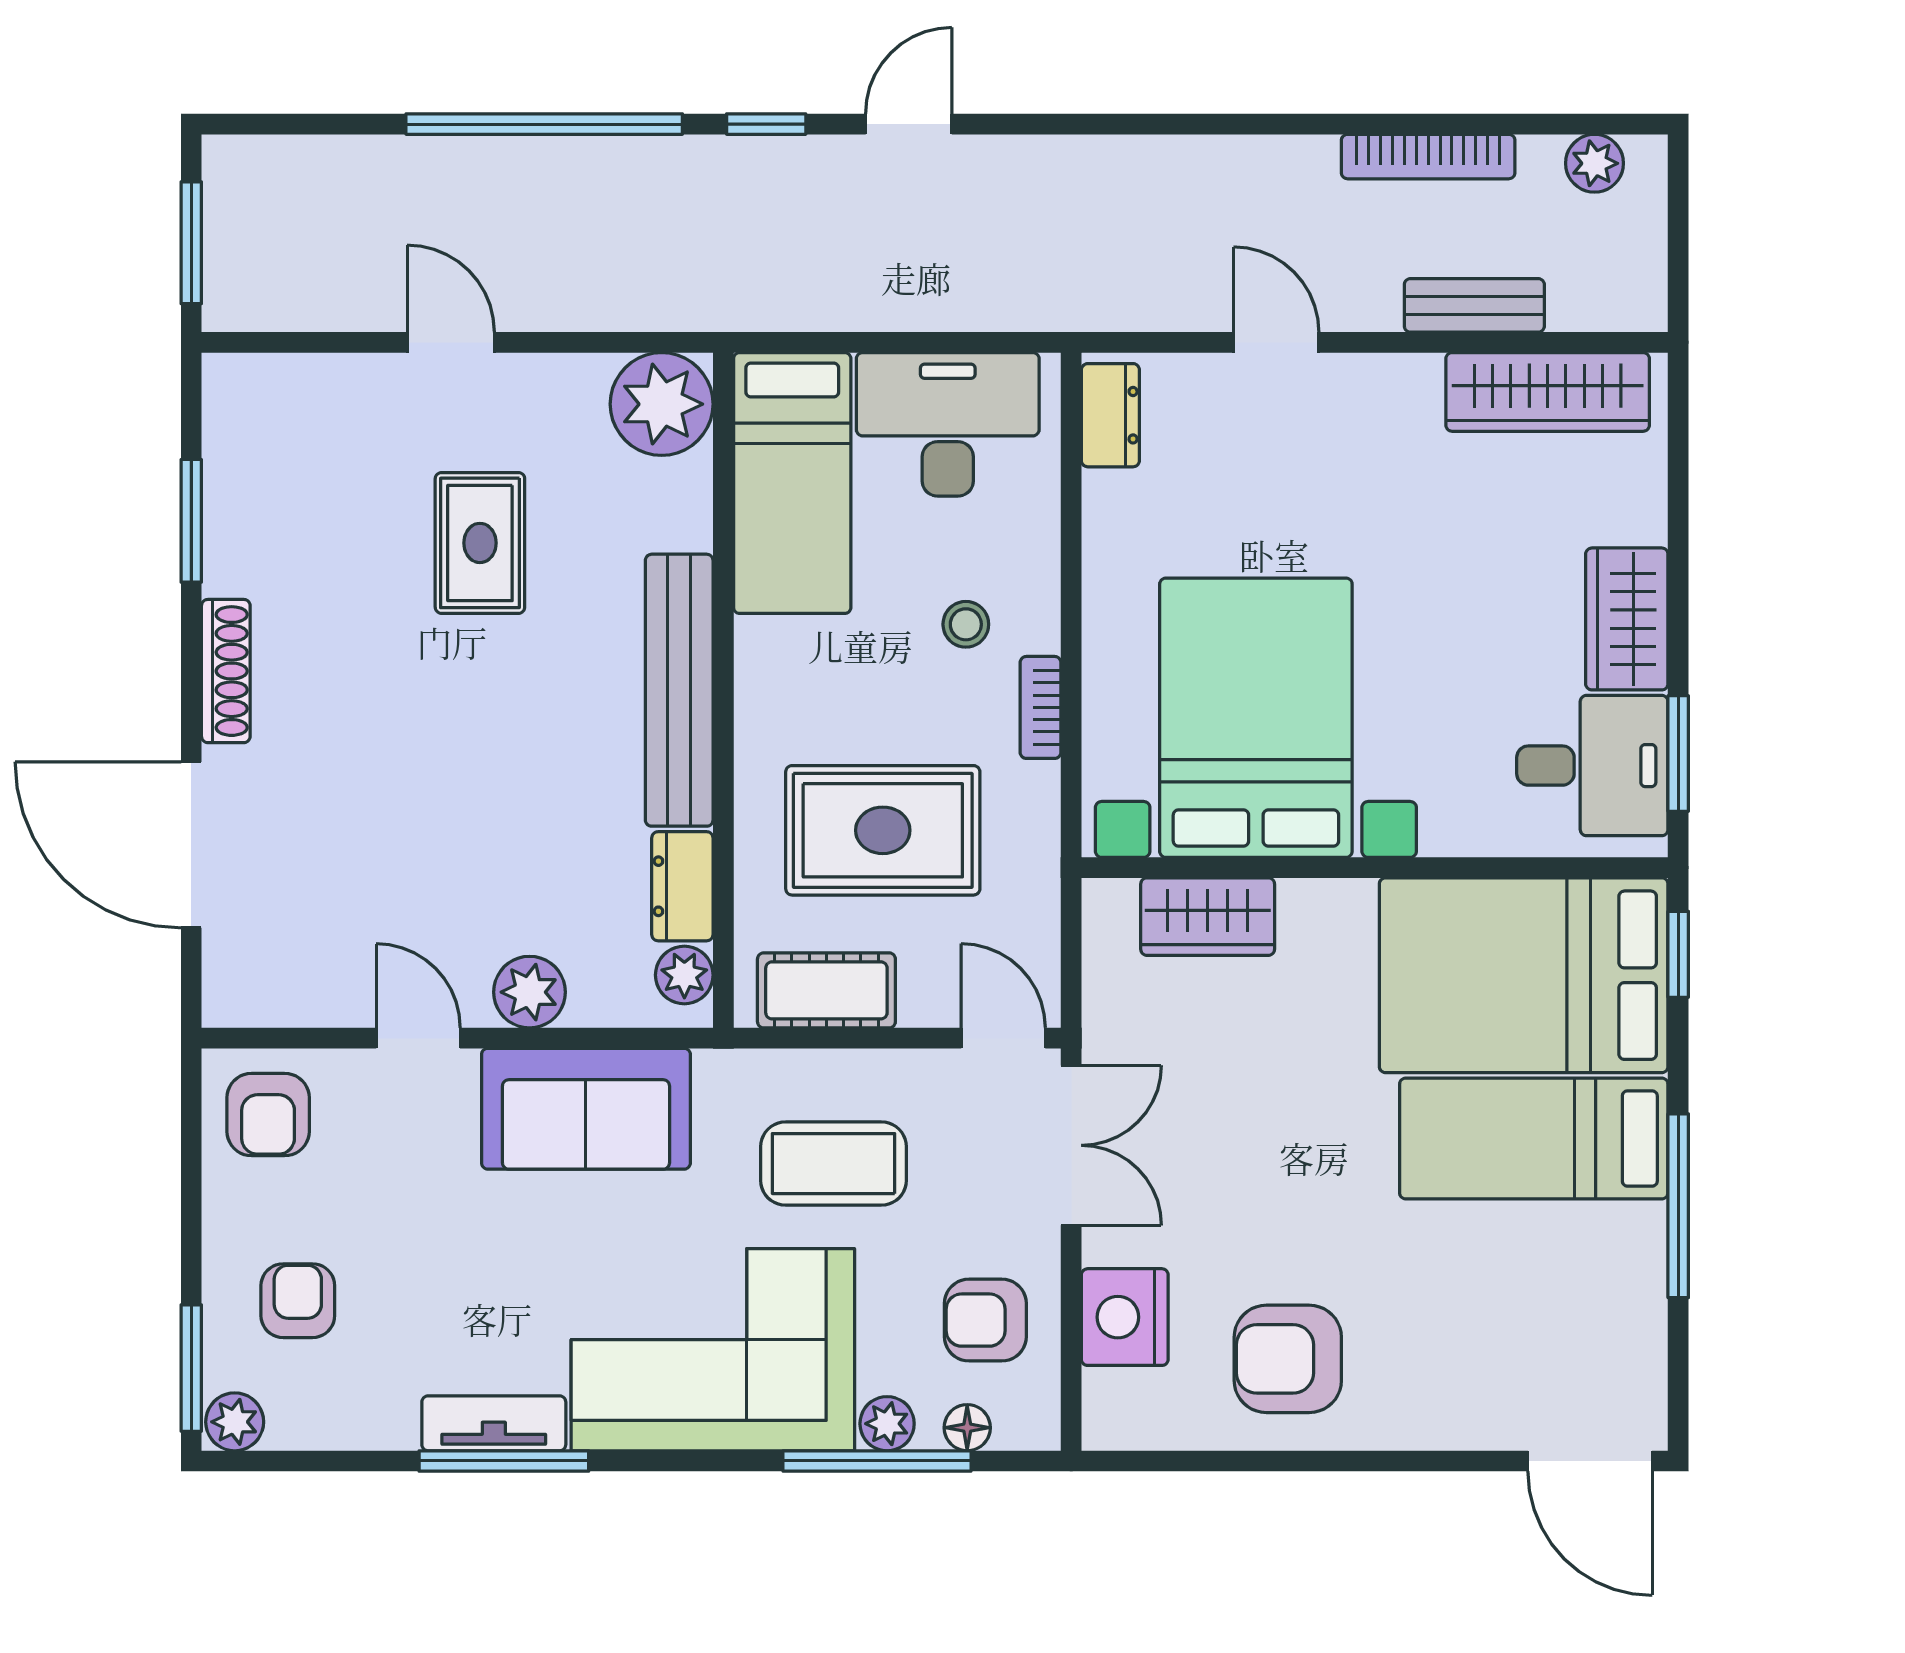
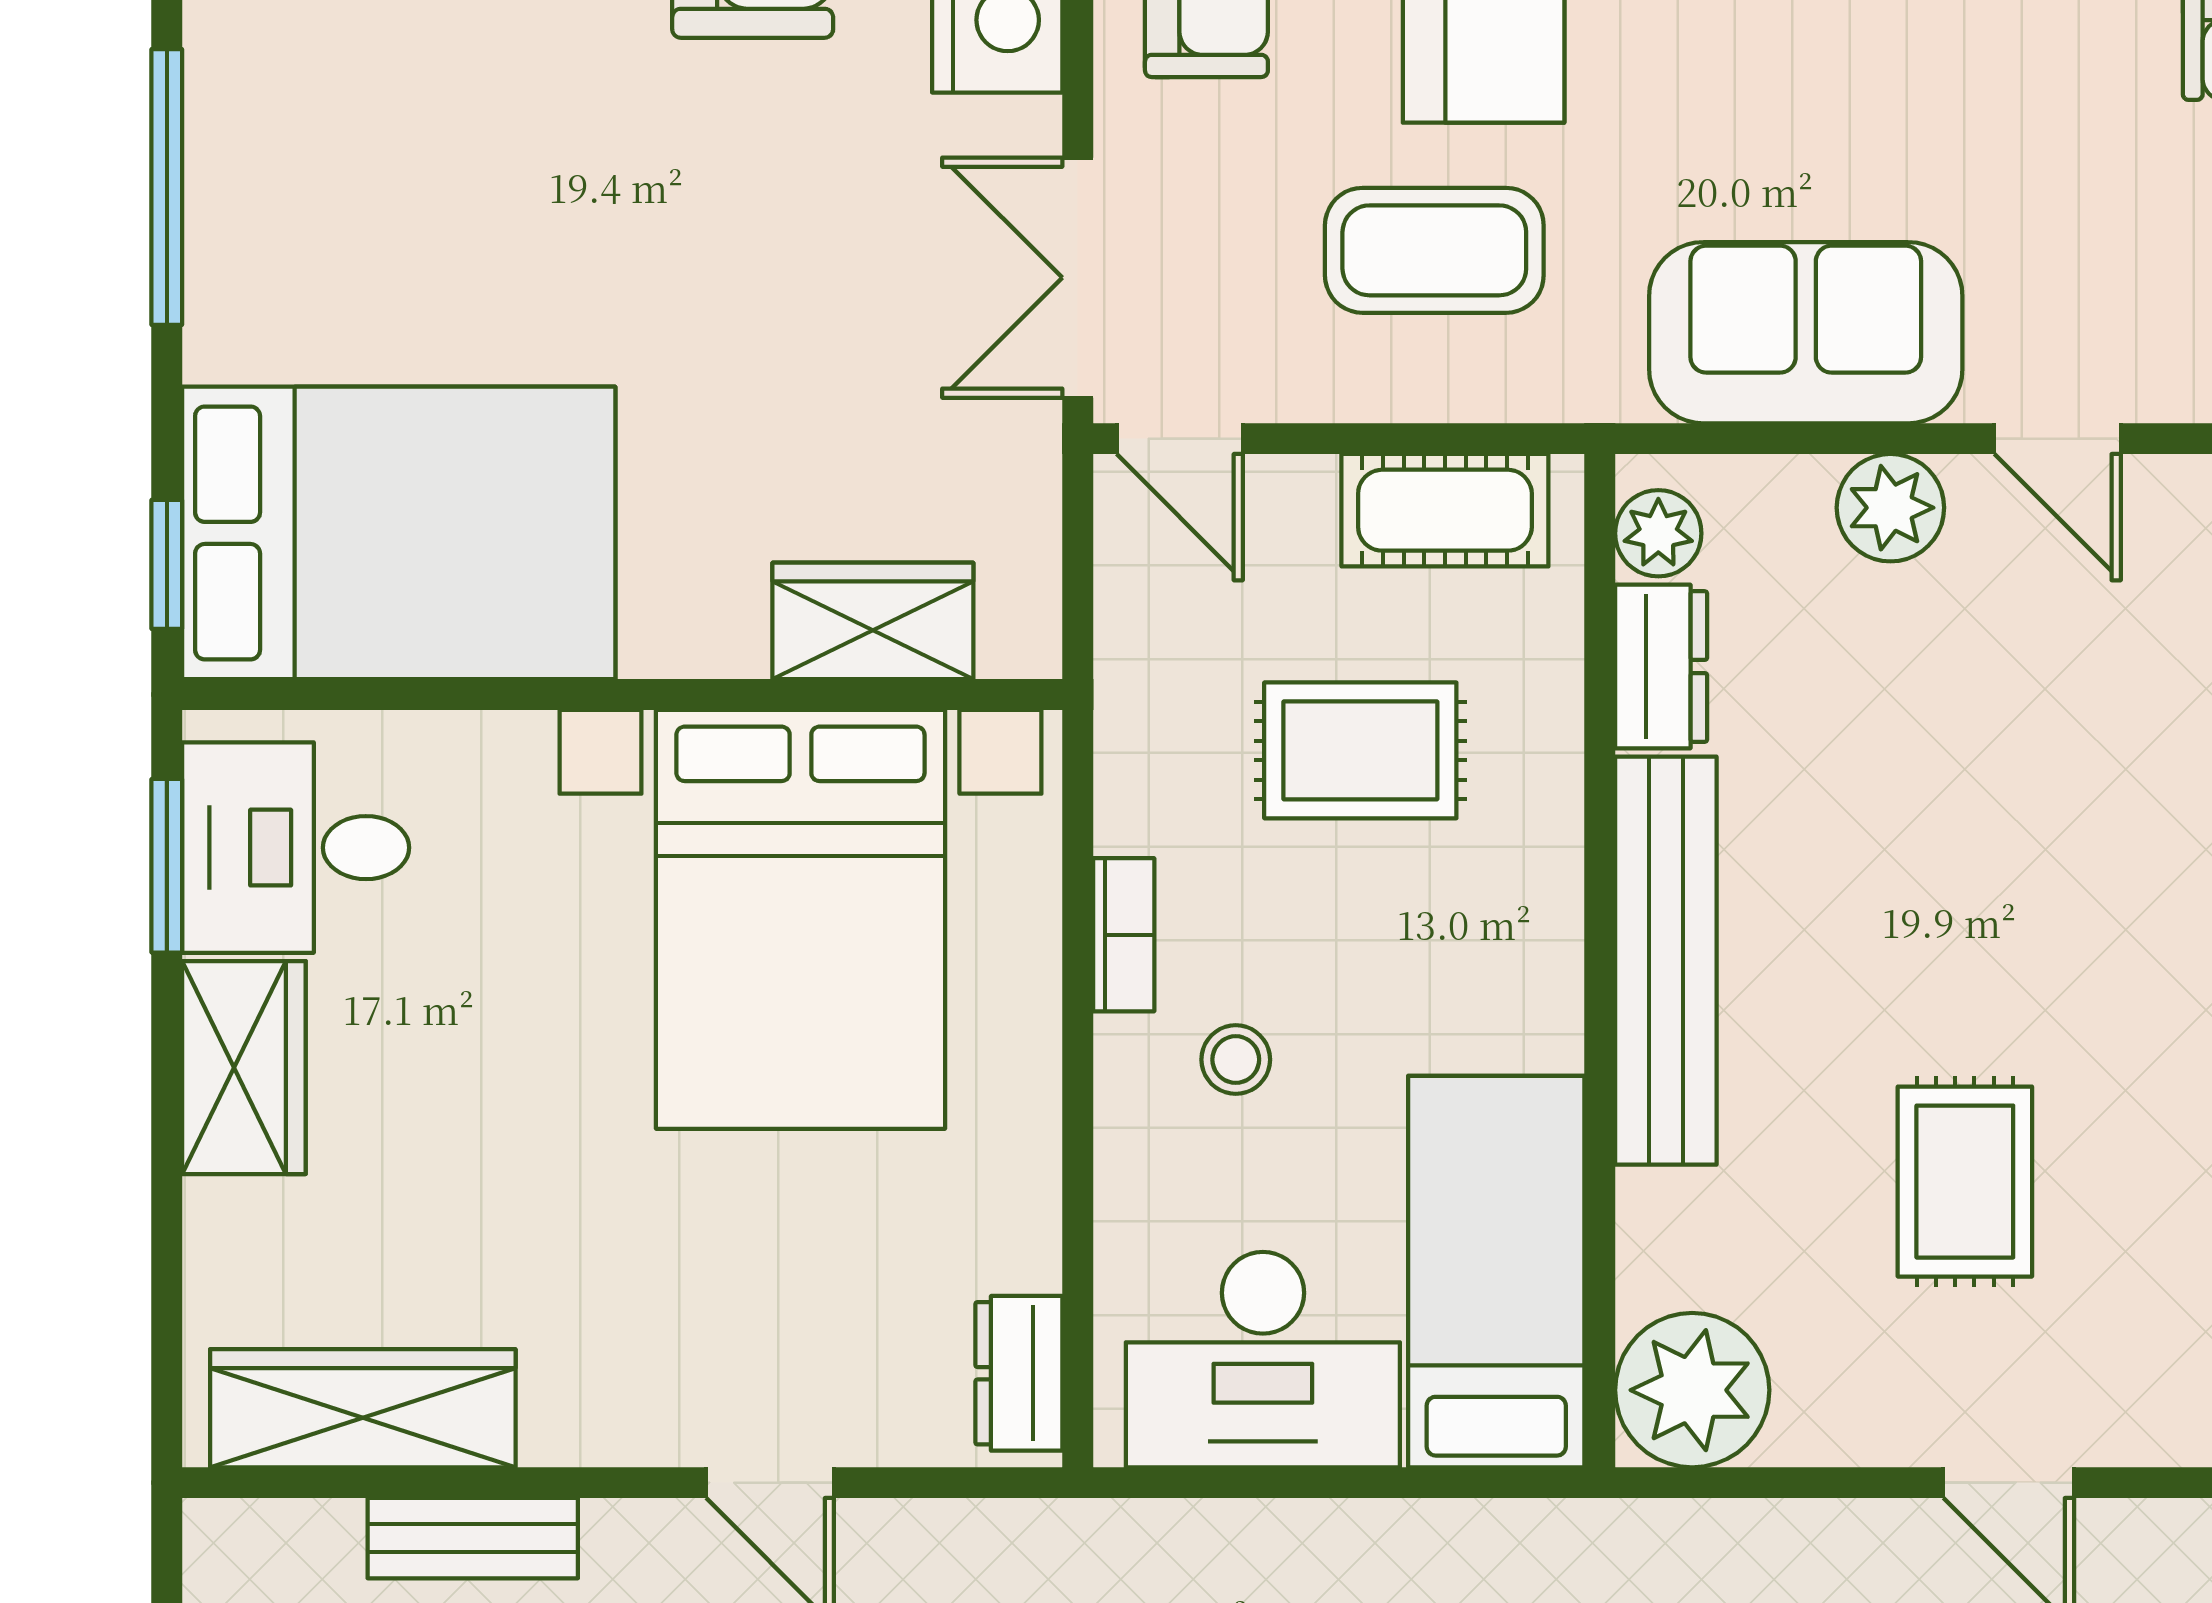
rug: (883, 830) -> (1360, 750), width x0.73, depth x0.70
bed: (1534, 1139) -> (384, 288), removed

